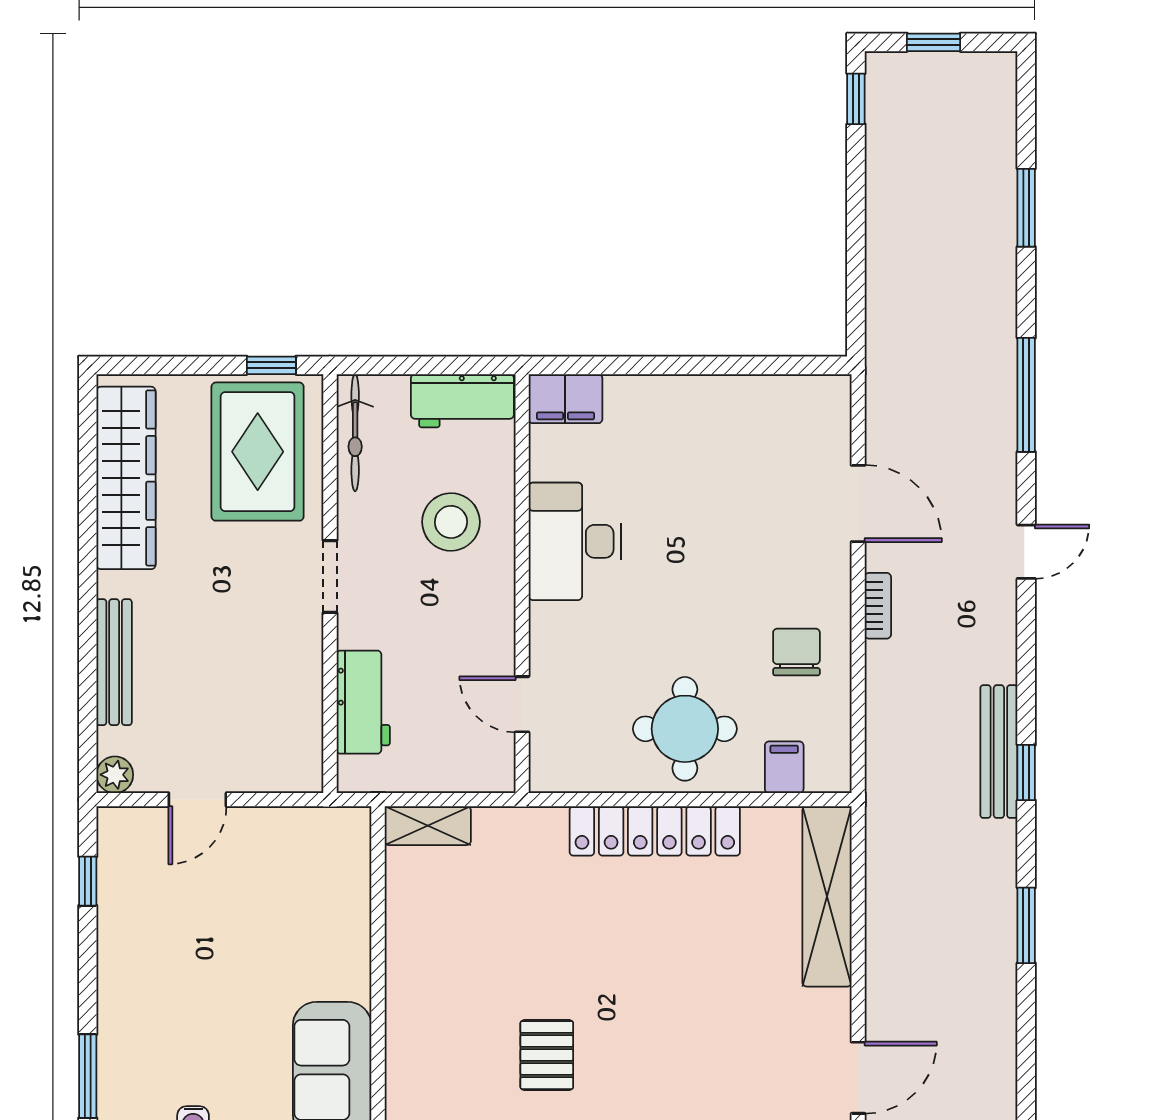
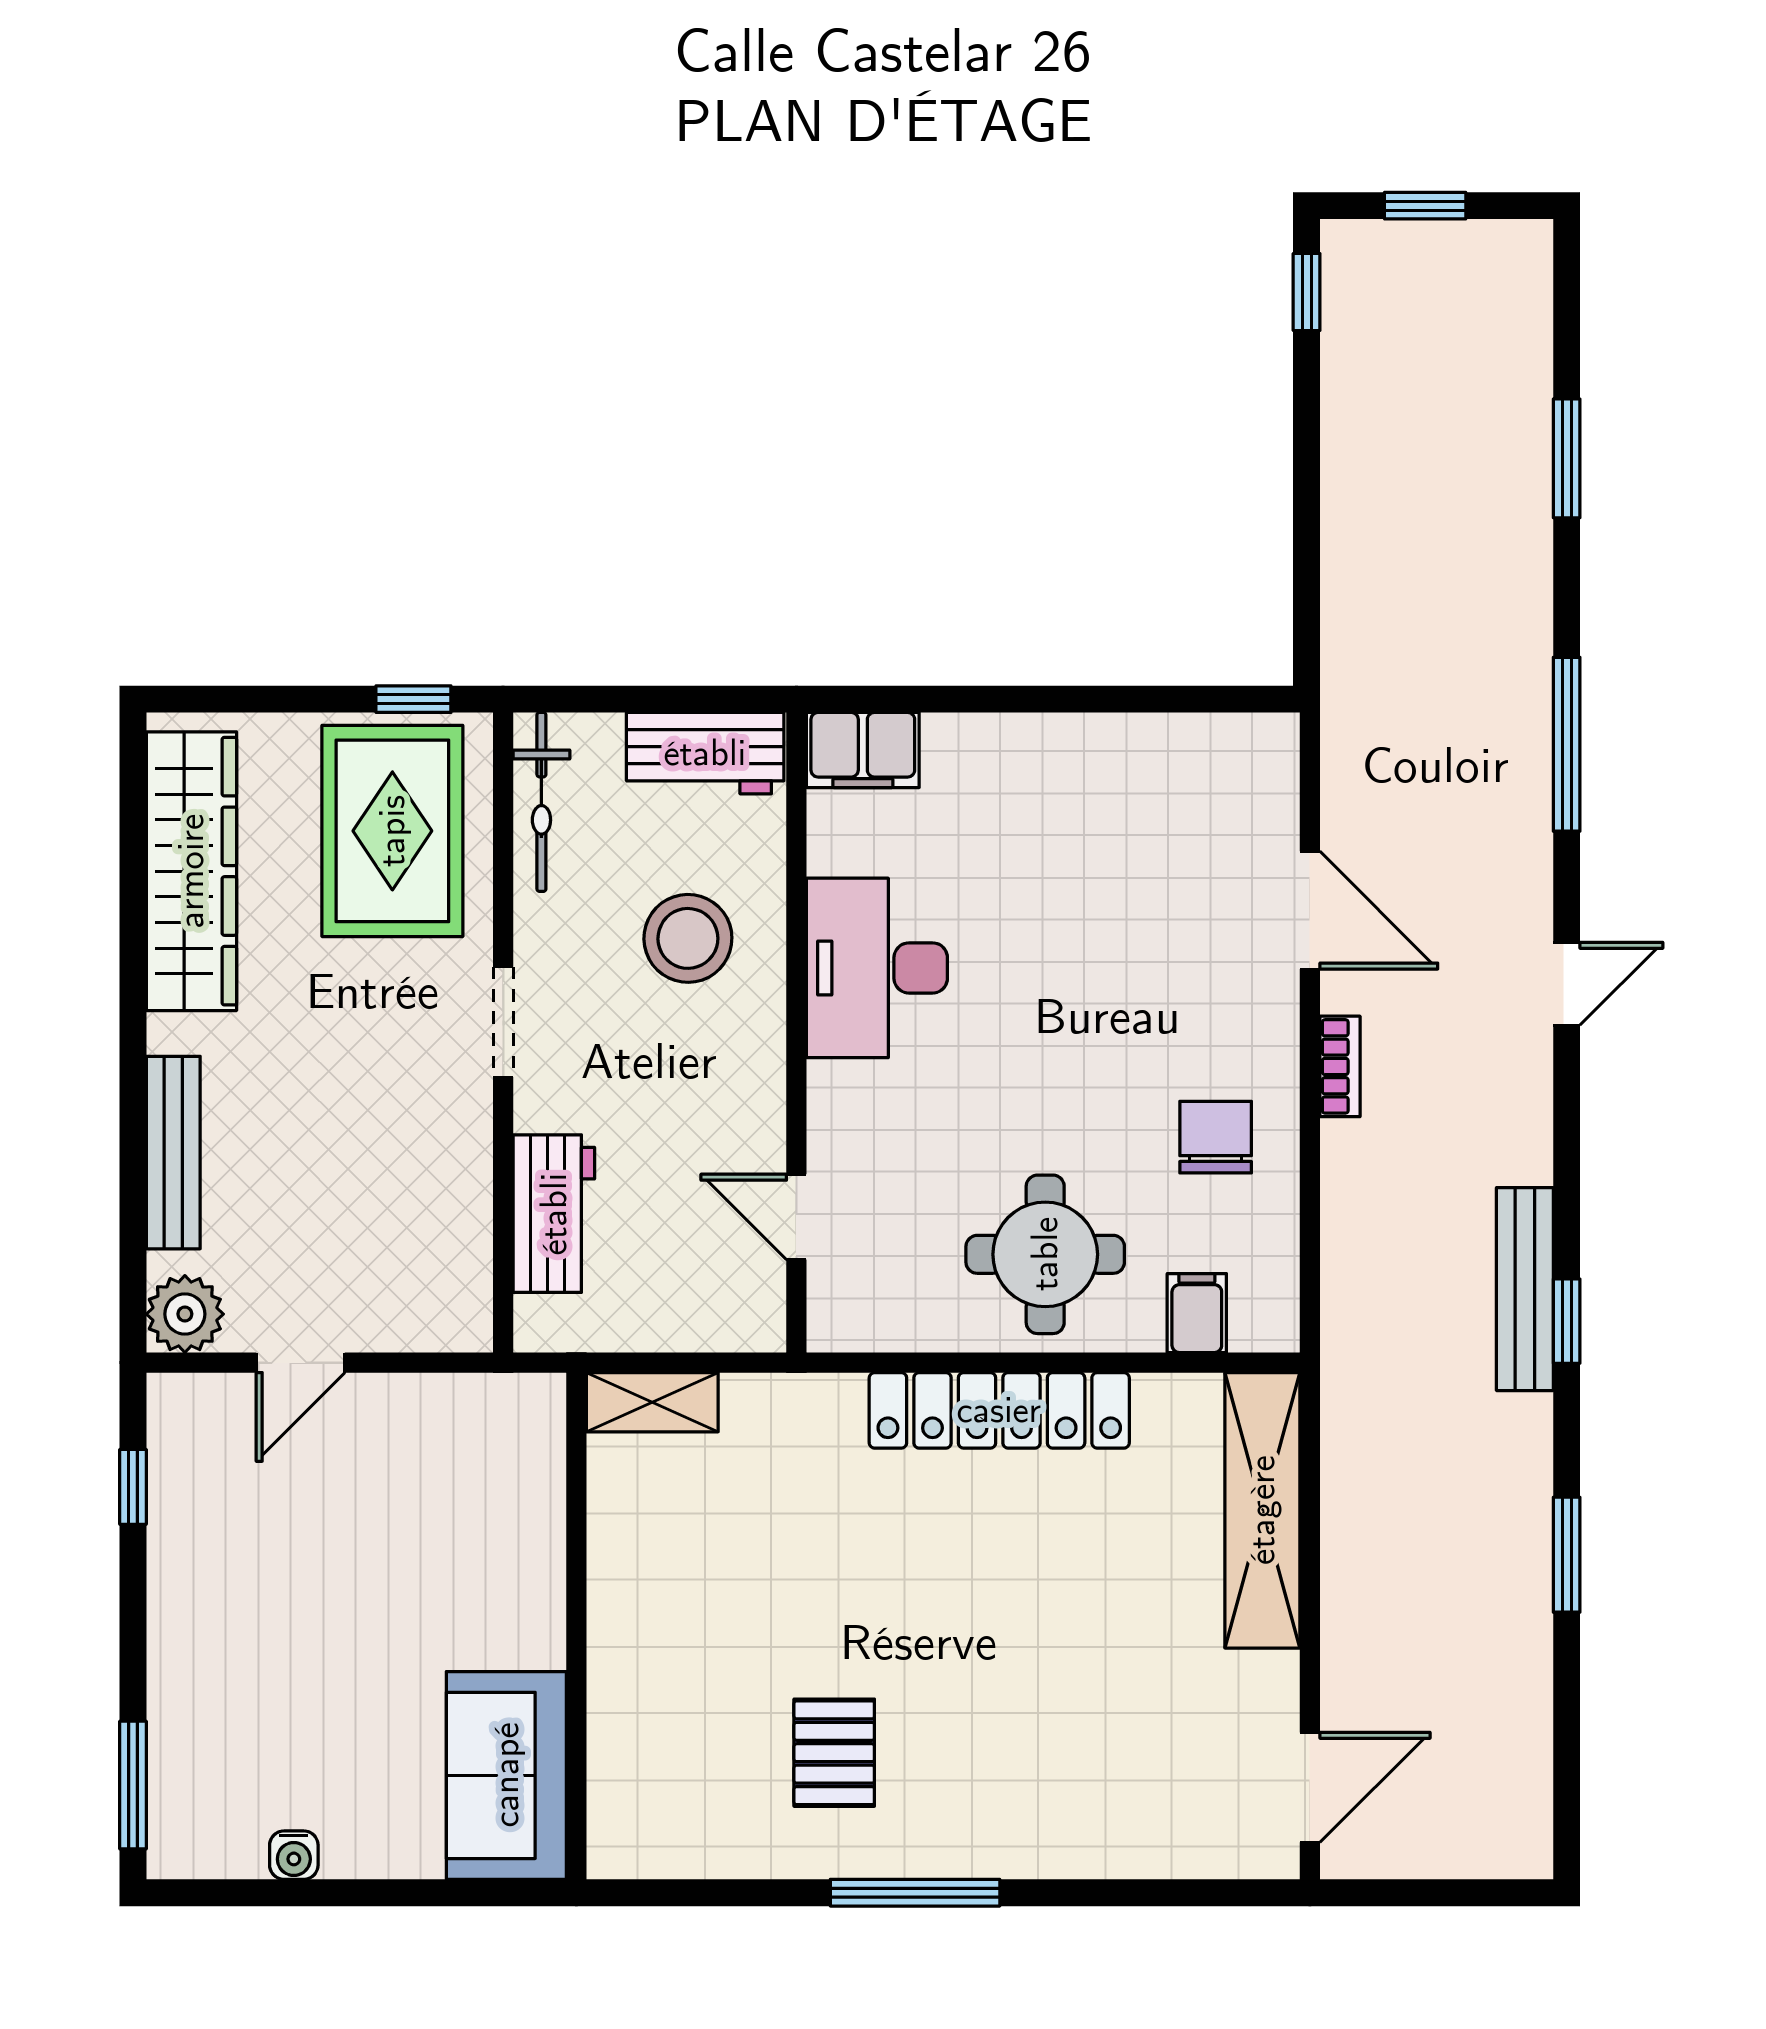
plant: (115, 775) -> (185, 1314), width x1.38, depth x1.38

